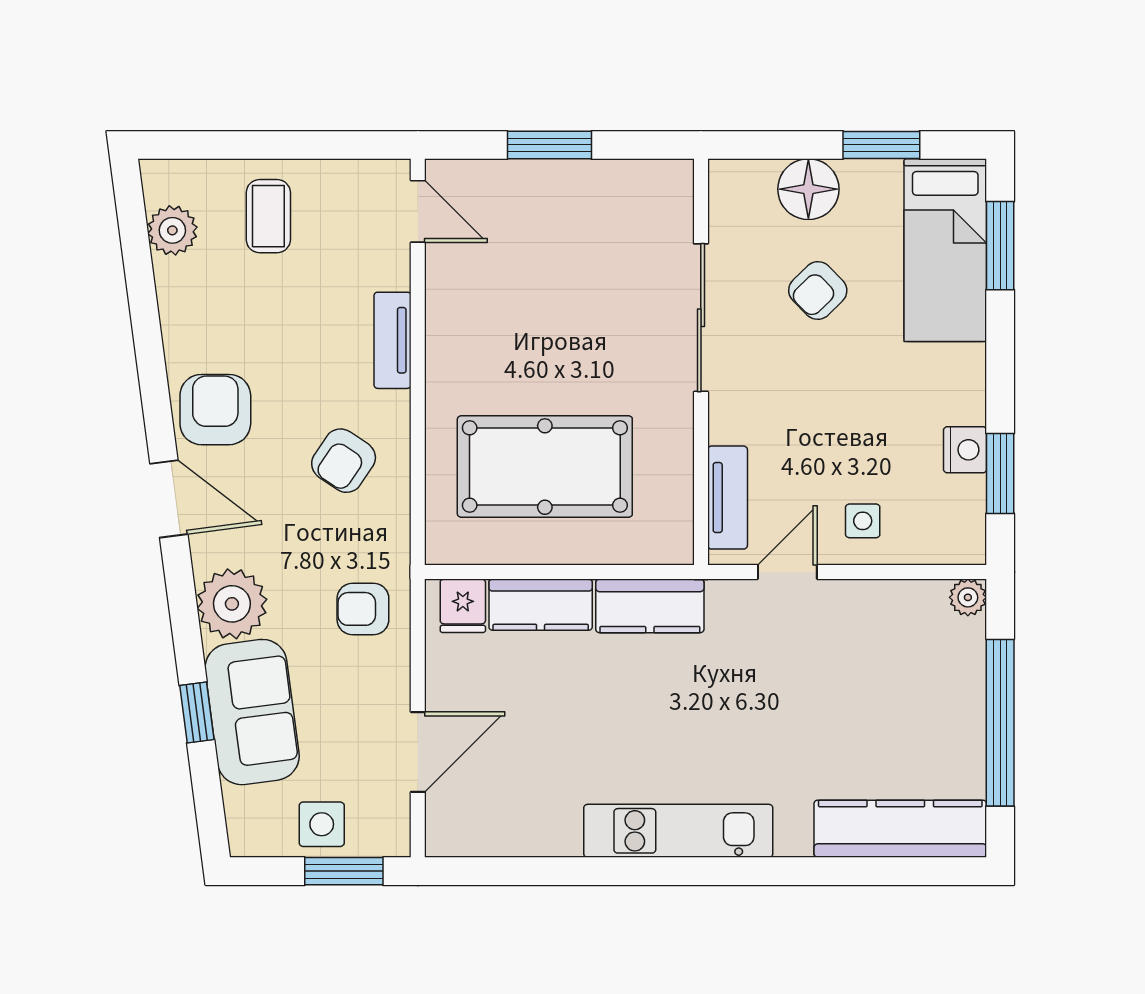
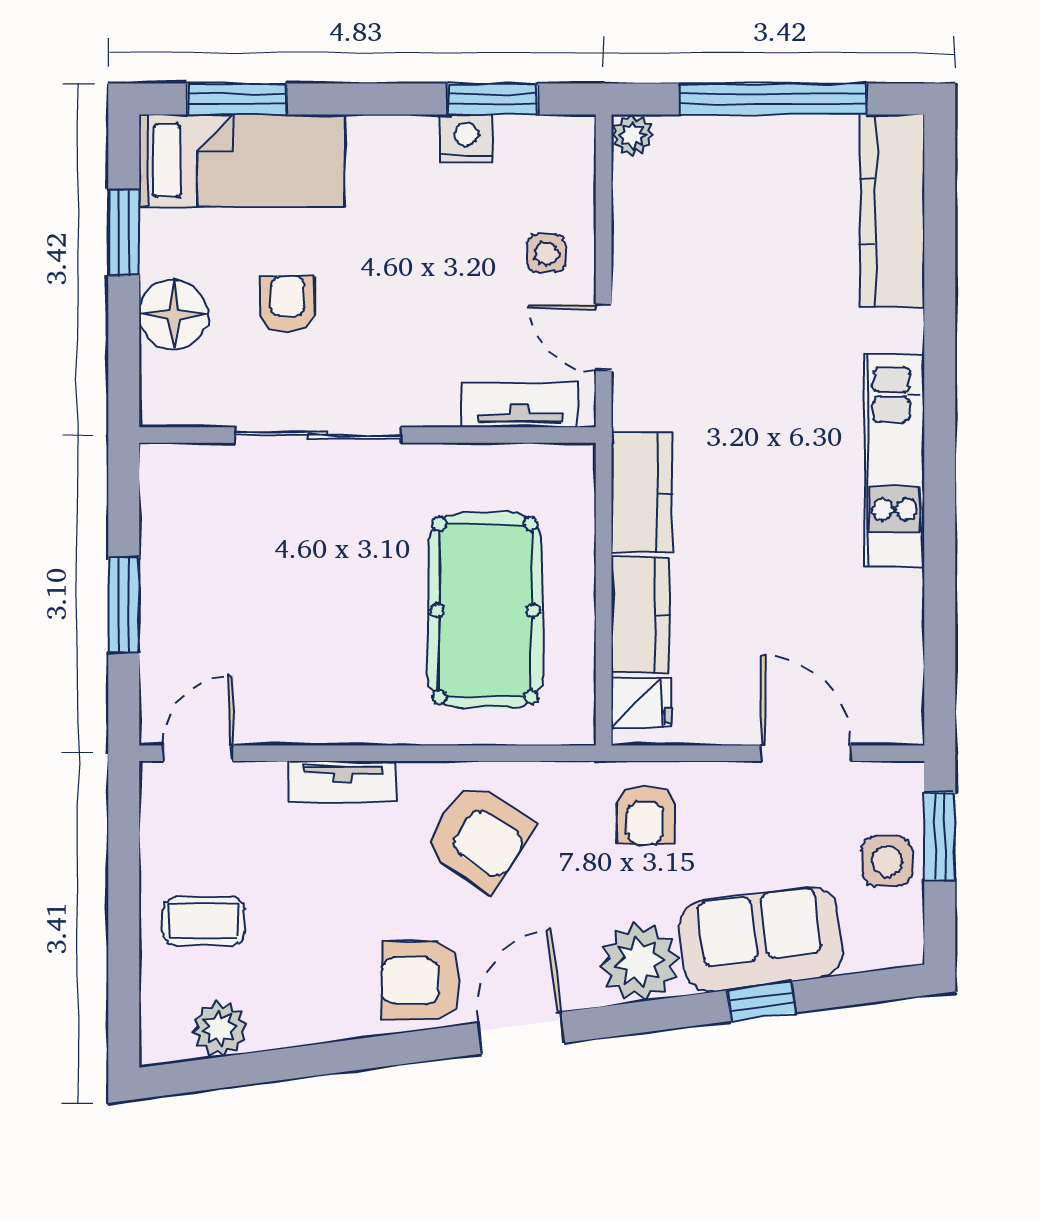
armchair: (818, 291) -> (287, 304), turned -136
armchair: (344, 461) -> (478, 837), width x1.38, depth x1.38

